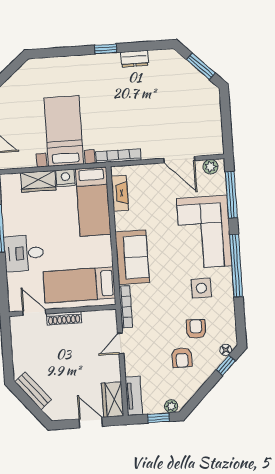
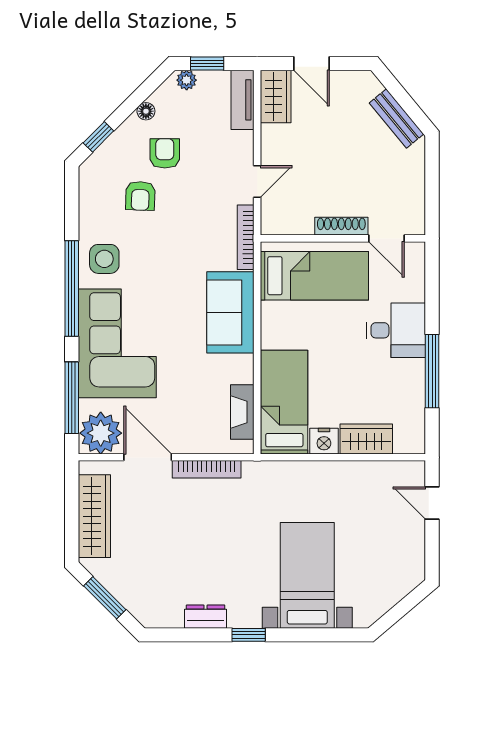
wardrobe: (211, 119) -> (94, 516), added
bed with nightstands: (64, 131) -> (307, 575), moved, turned 180
bookcase: (118, 156) -> (207, 469), moved
plant: (210, 167) -> (101, 433), width x1.87, depth x1.87
side table: (201, 288) -> (104, 259), moved
floor lamp: (226, 350) -> (146, 111), moved

